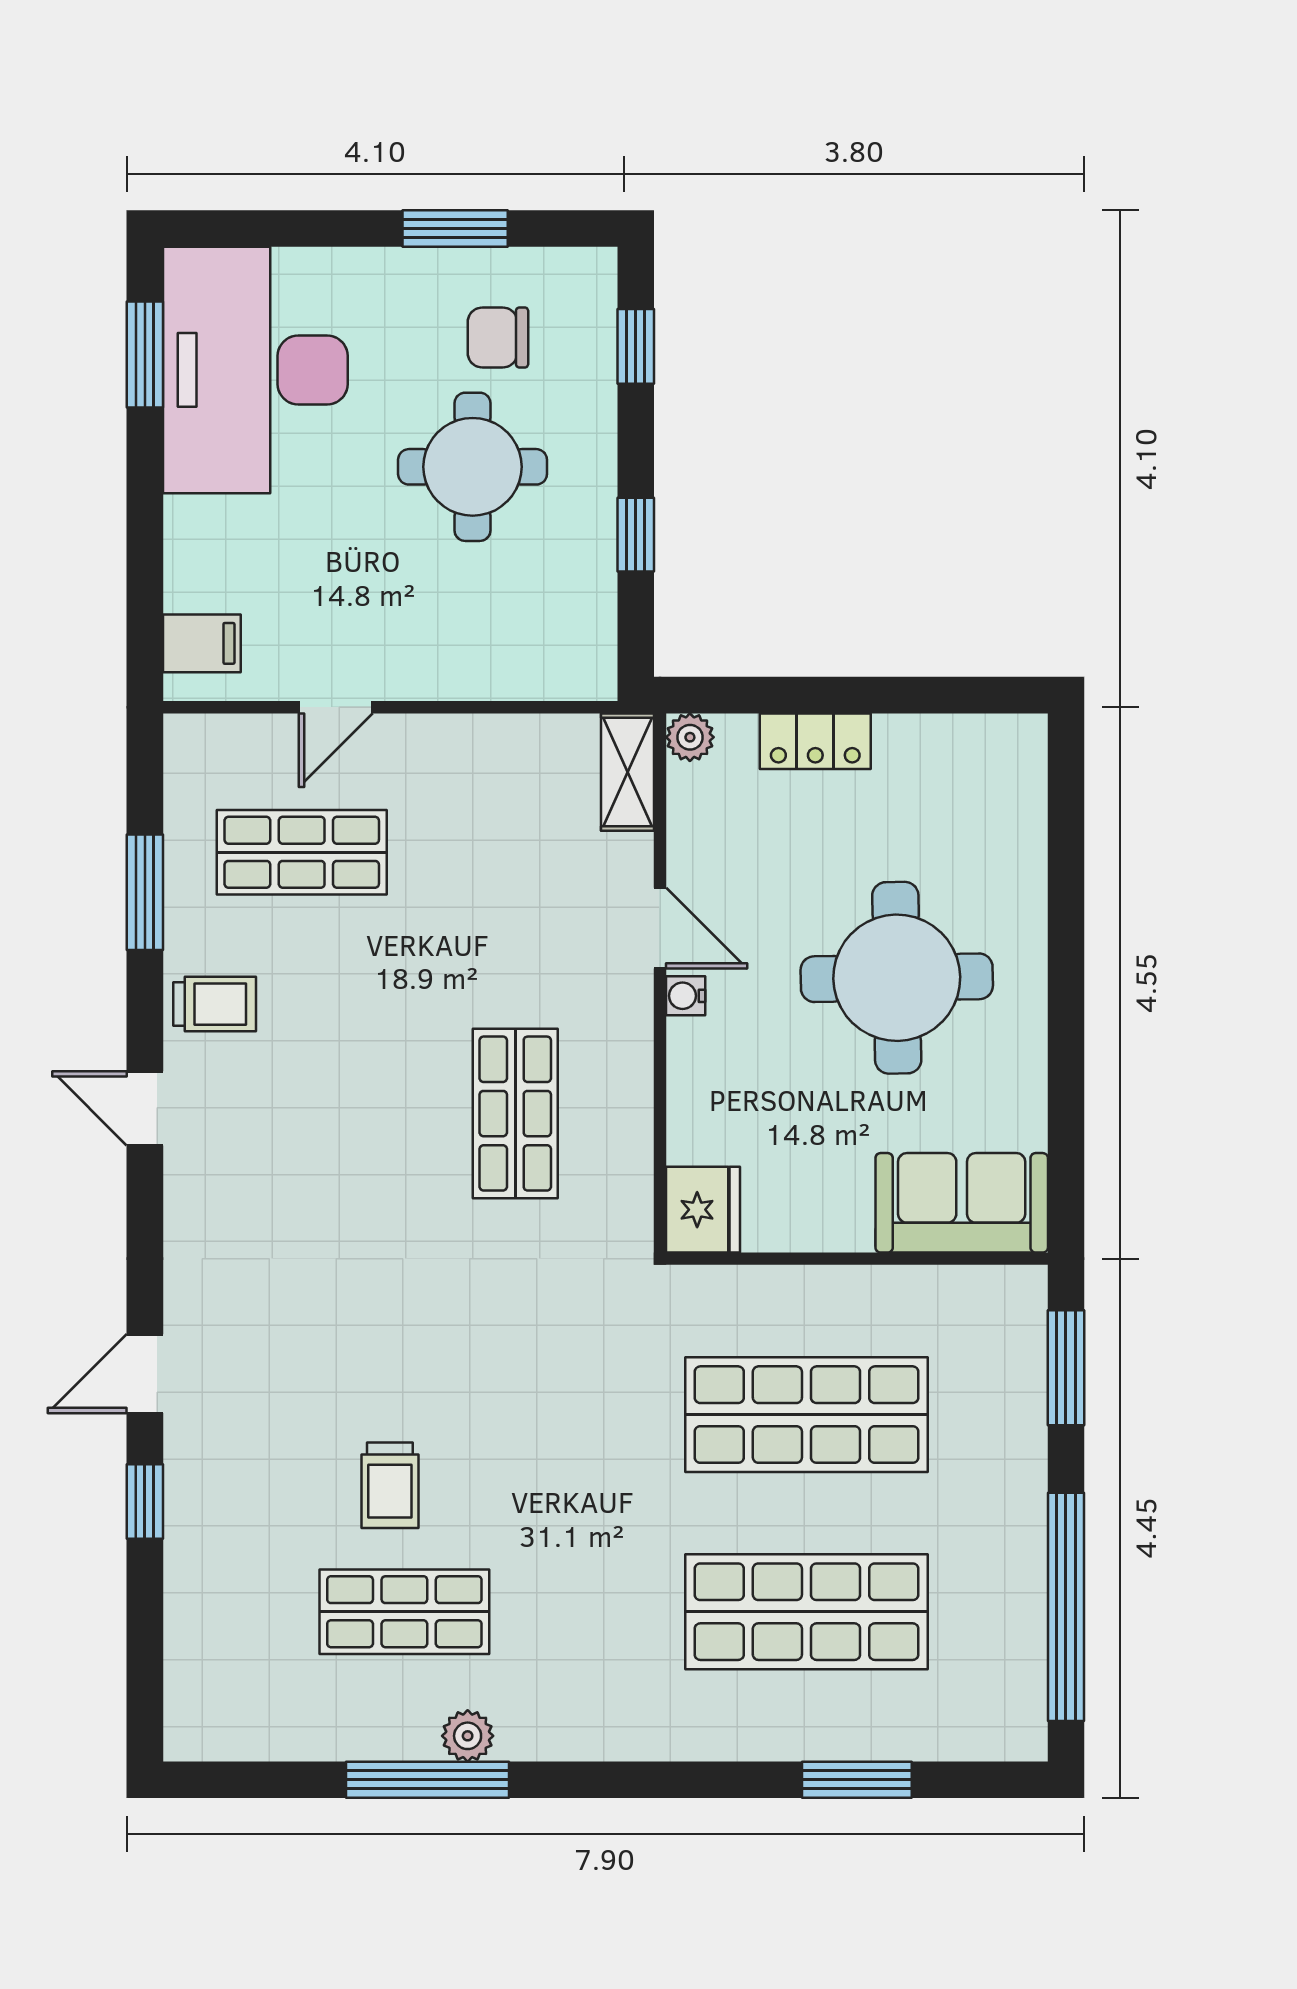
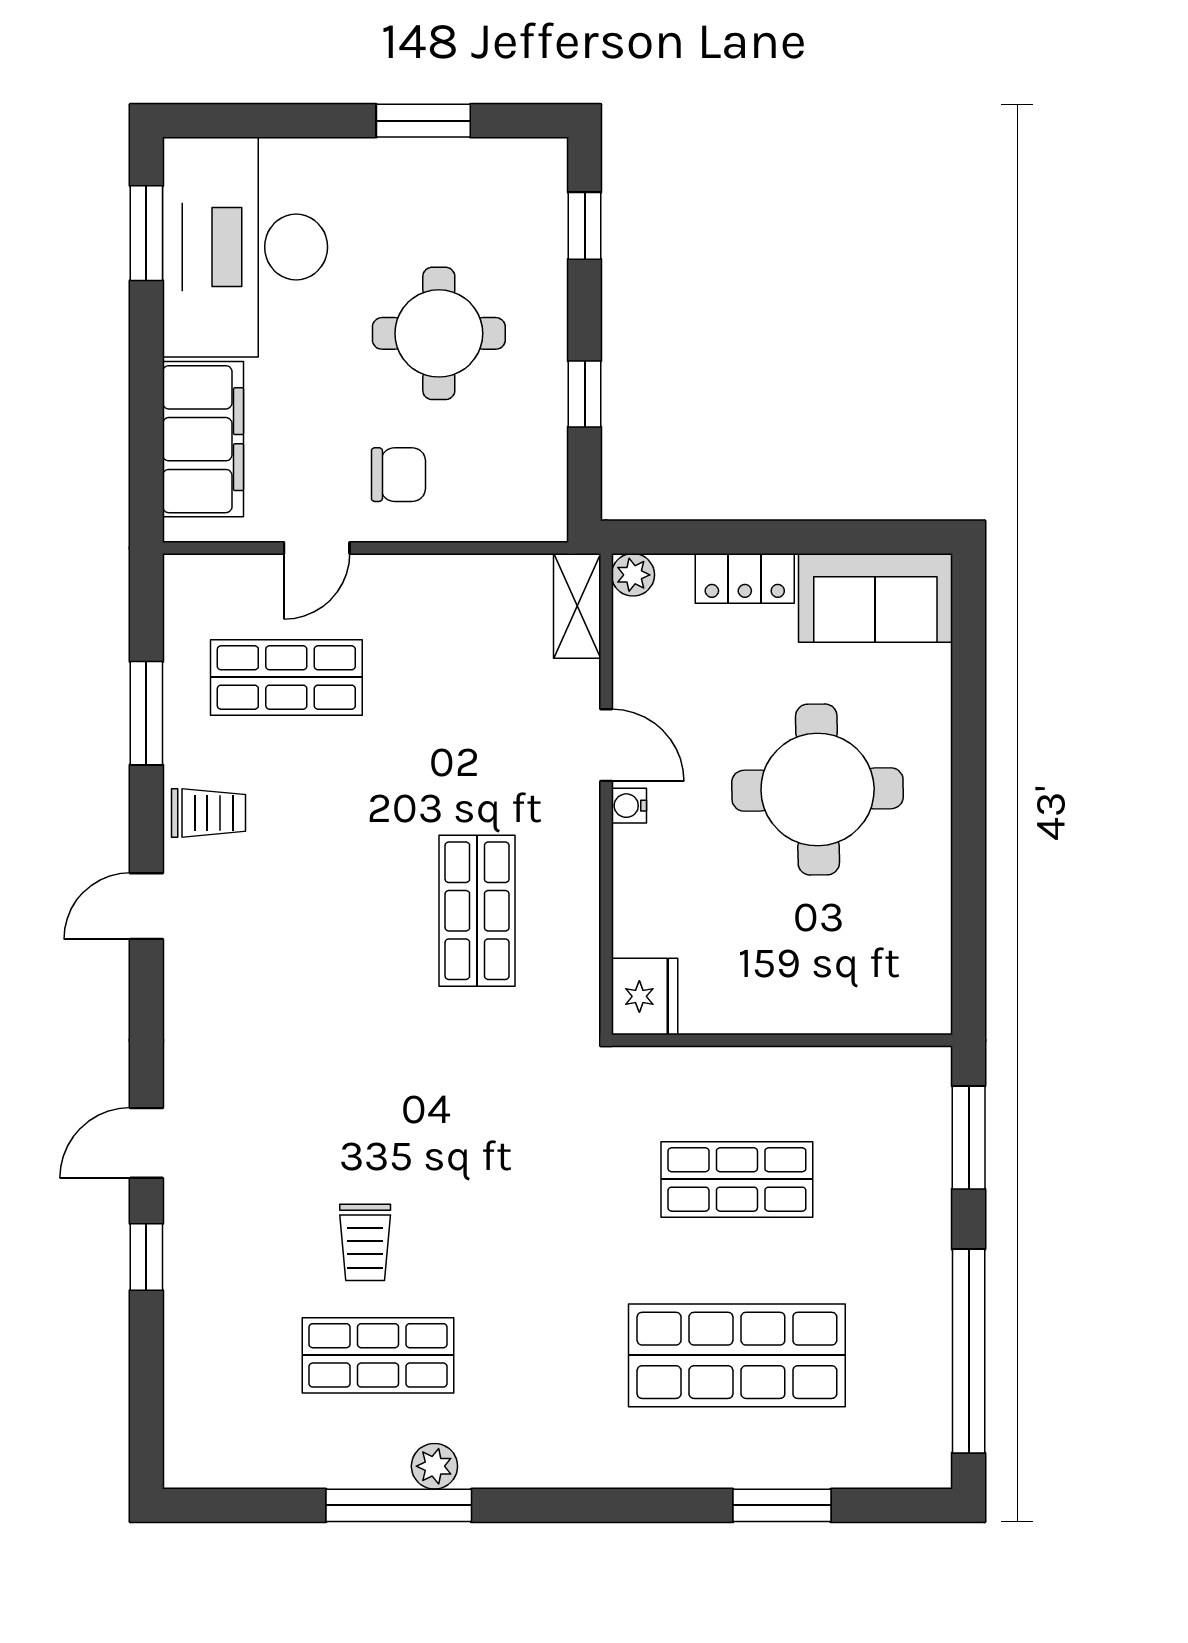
chair: (498, 337) -> (398, 475), moved, turned 180
filing cabinet: (202, 643) -> (203, 439), width x3.00, depth x1.17
door: (145, 1108) -> (146, 906), hinge flipped
sofa: (962, 1203) -> (875, 598), moved, turned 180
shop shelf: (806, 1415) -> (737, 1179), width x0.70, depth x0.74

